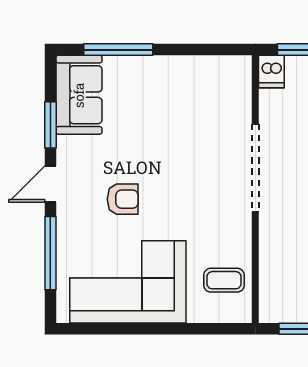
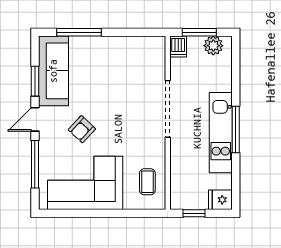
sofa: (79, 95) -> (53, 71), width x1.36
armchair: (123, 199) -> (82, 129), turned 133
coffee table: (224, 280) -> (147, 182), turned 90

